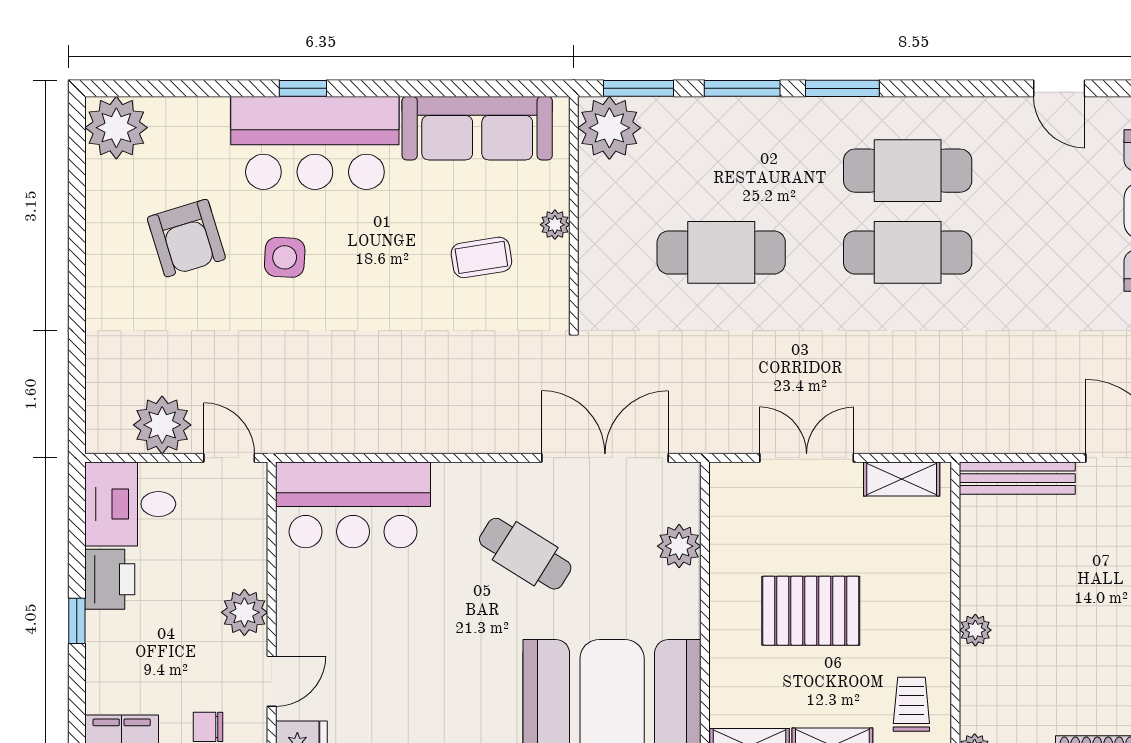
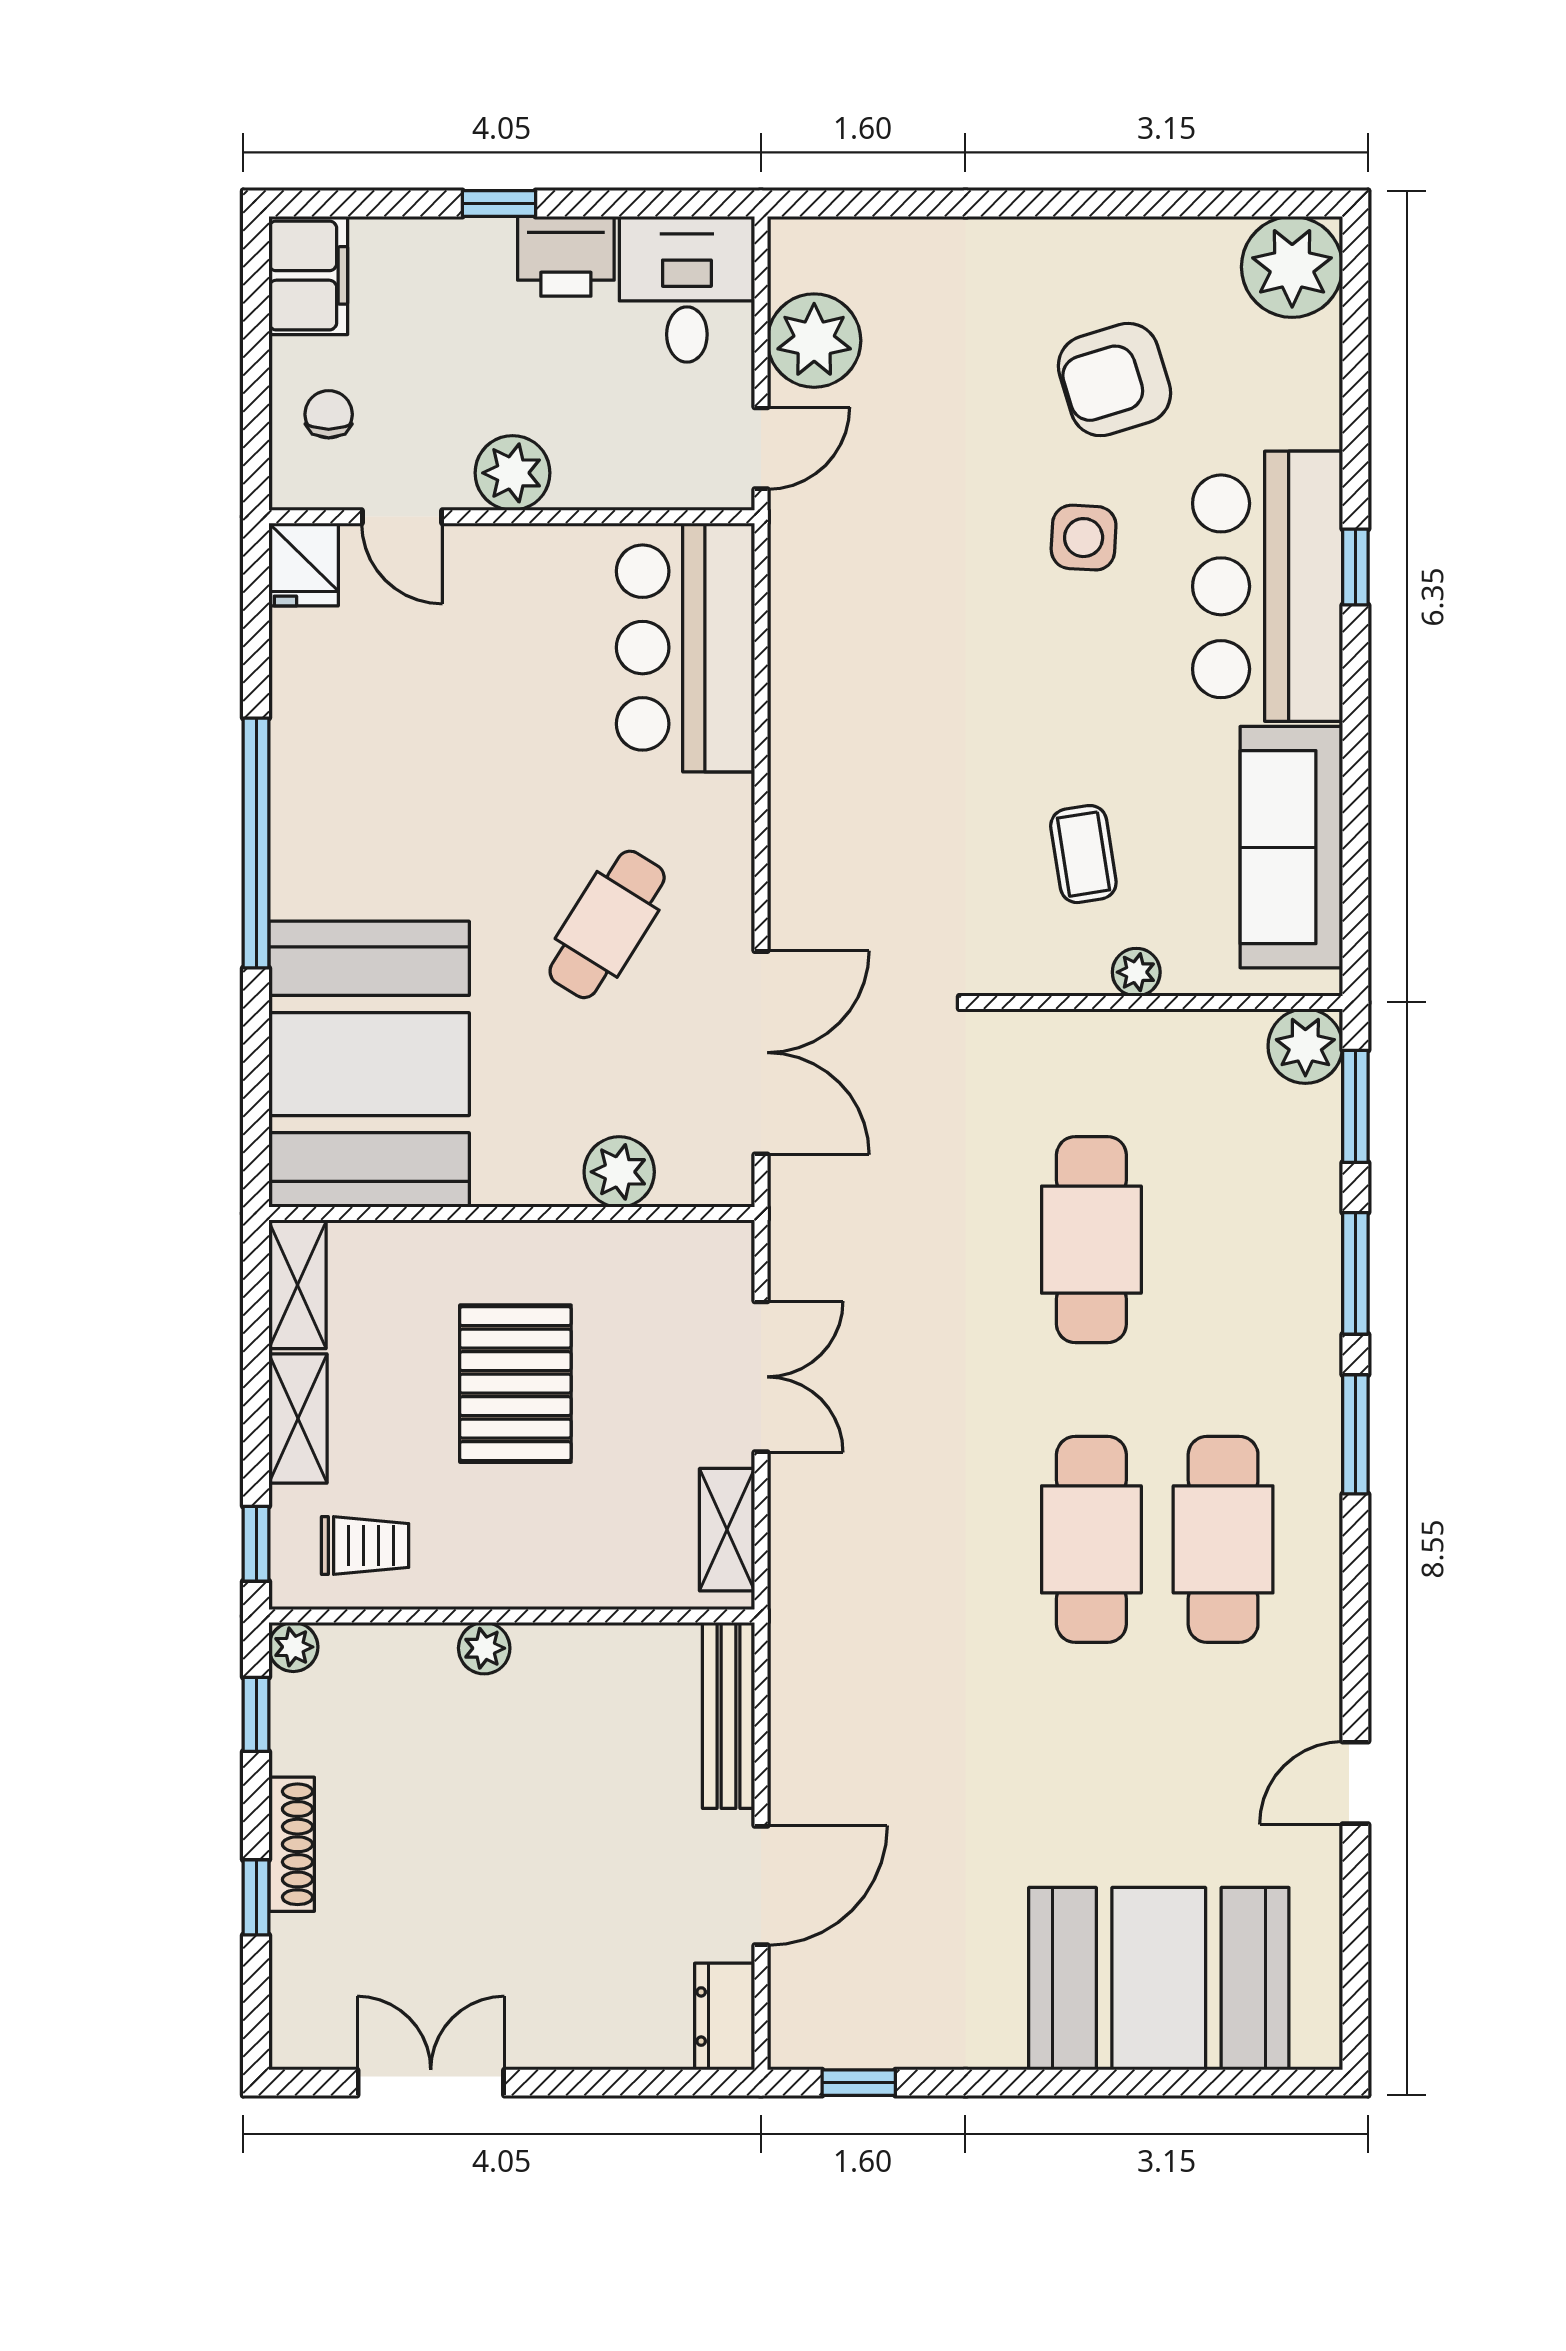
plant: (609, 128) -> (1305, 1046), width x0.73, depth x0.73

